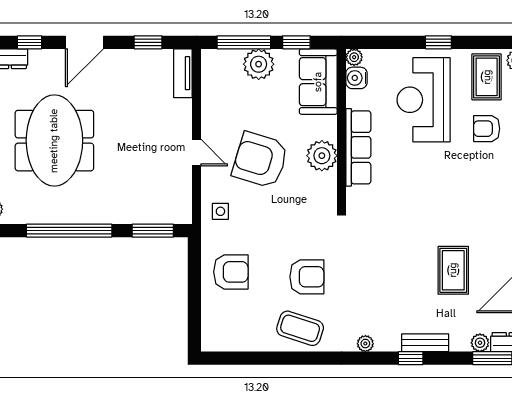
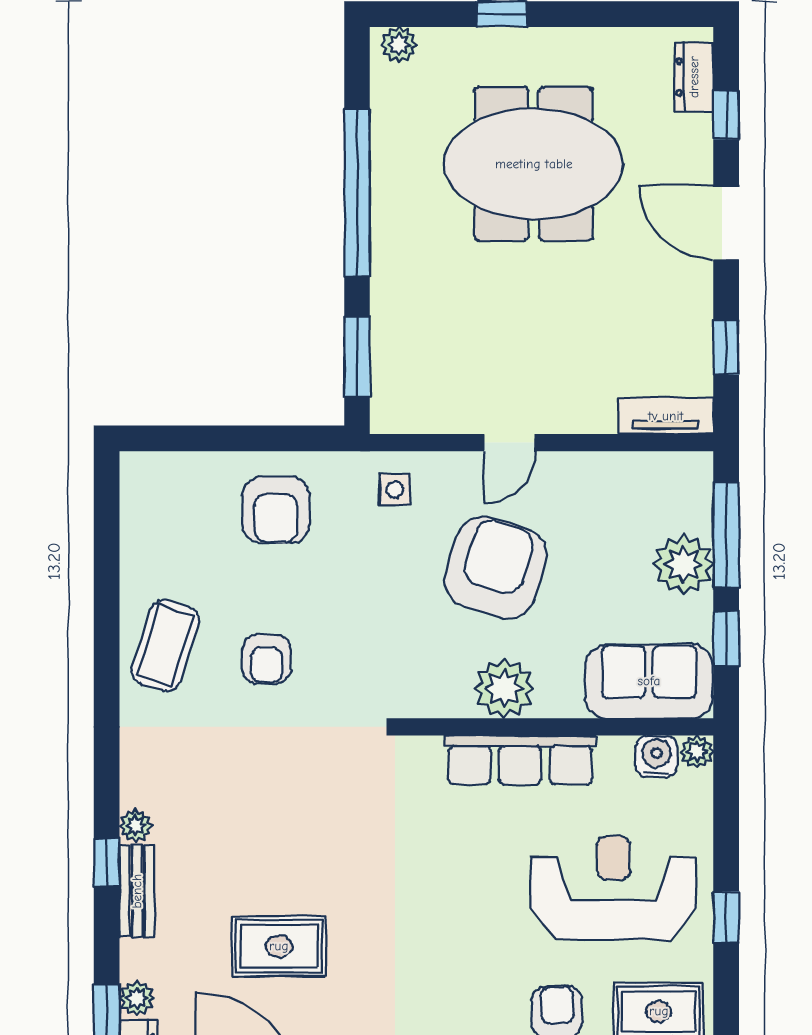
armchair: (307, 277) -> (266, 659), width x0.72, depth x0.72
plant: (365, 344) -> (135, 826), moved

